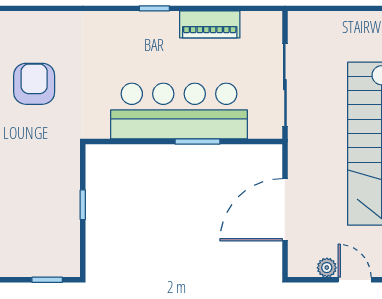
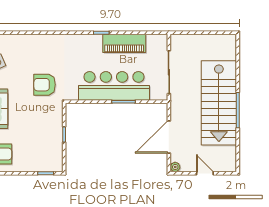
piano: (210, 24) -> (124, 43), width x1.37, depth x1.33
armchair: (34, 84) -> (45, 85), moved, turned -90
plant: (327, 268) -> (175, 167), moved

